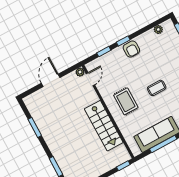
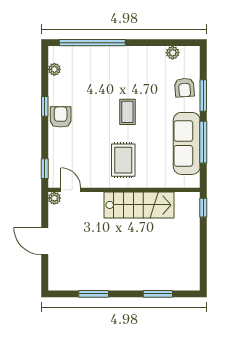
window: (123, 41) -> (45, 106), moved
armchair: (131, 49) -> (61, 117), turned -90
window: (104, 52) -> (45, 169), moved
rug: (126, 101) -> (123, 160), turned 90

